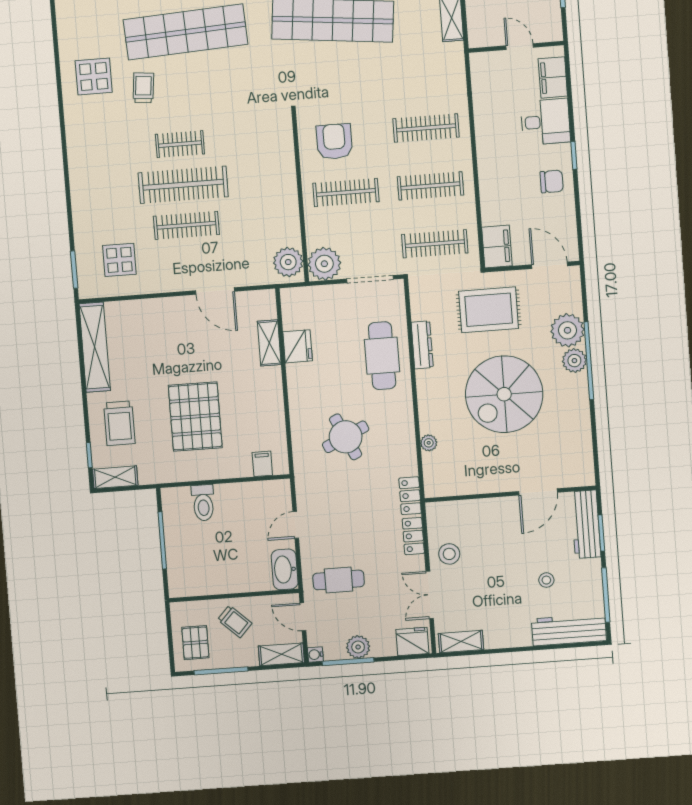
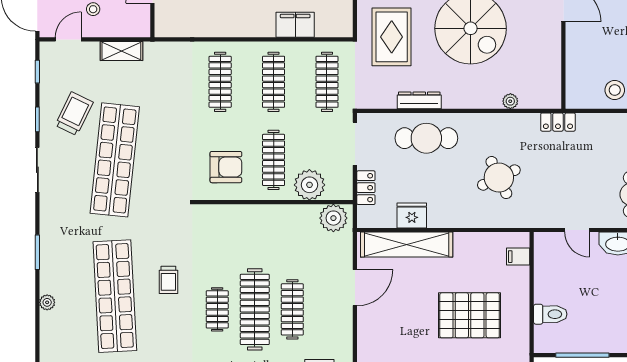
trolley: (143, 88) -> (168, 280), moved, turned -96
armchair: (334, 142) -> (226, 167), turned 180
filing cabinet: (497, 247) -> (295, 25), moved
plant: (324, 264) -> (309, 185), moved
shelving: (269, 343) -> (407, 245), width x2.20, depth x1.33
locker: (413, 536) -> (366, 188), moved, turned -90

